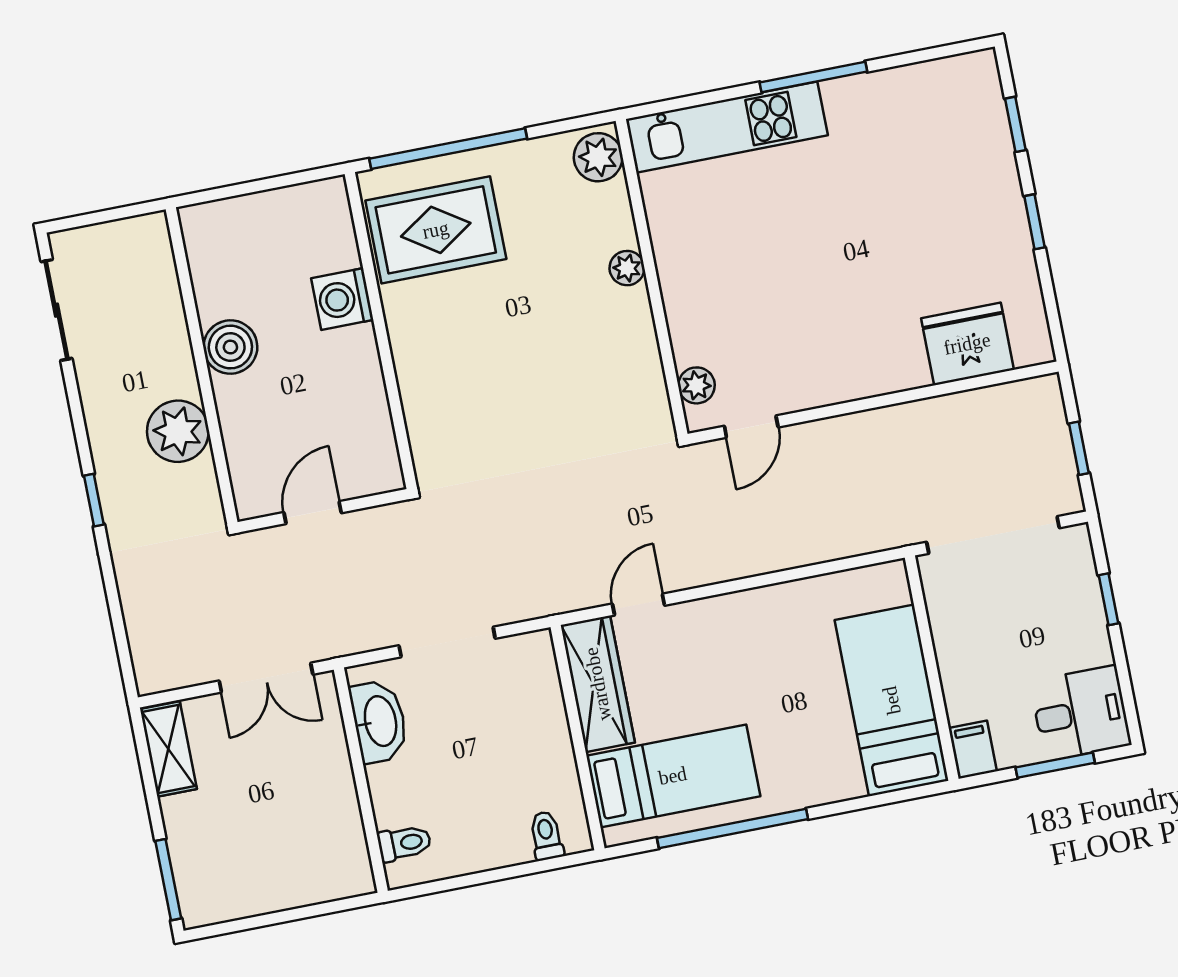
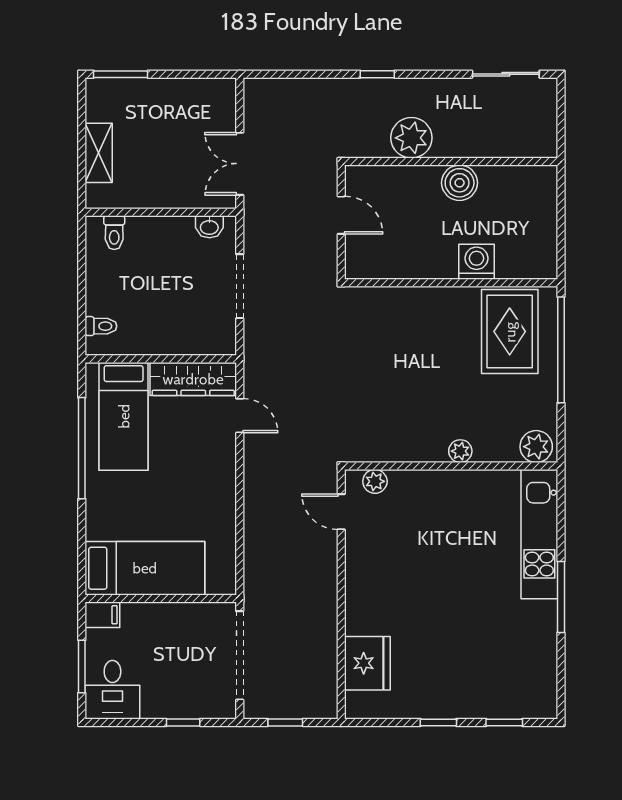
washbasin: (379, 721) -> (209, 227), width x0.52, depth x0.69
shelving: (168, 749) -> (99, 153), moved, turned 90

